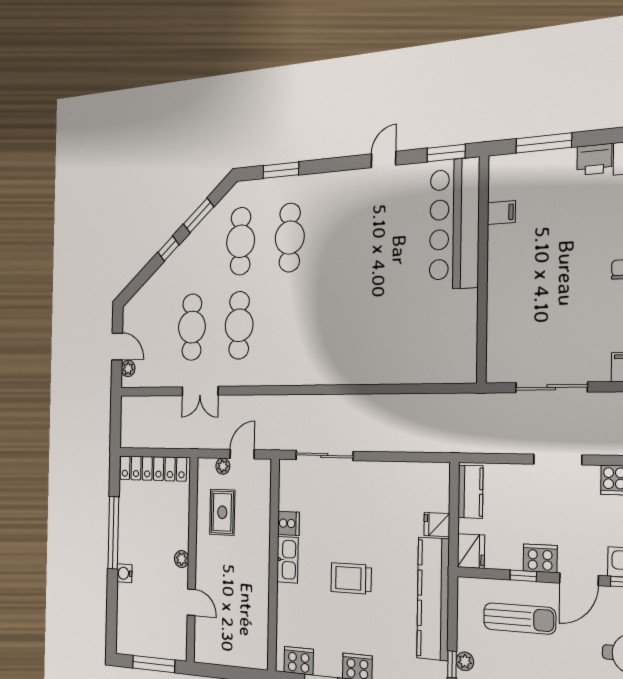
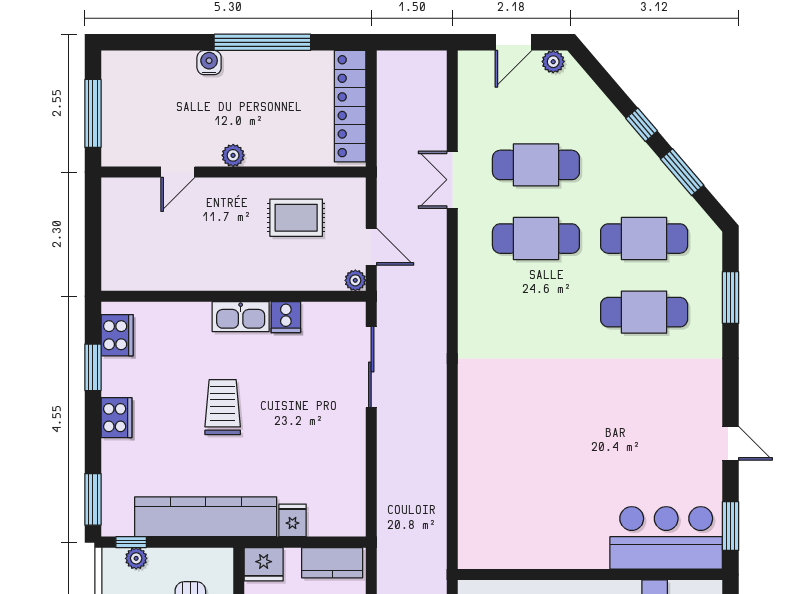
bar counter: (454, 224) -> (666, 538), width x0.73
plant: (128, 368) -> (553, 62), moved
plant: (223, 466) -> (355, 280), moved

